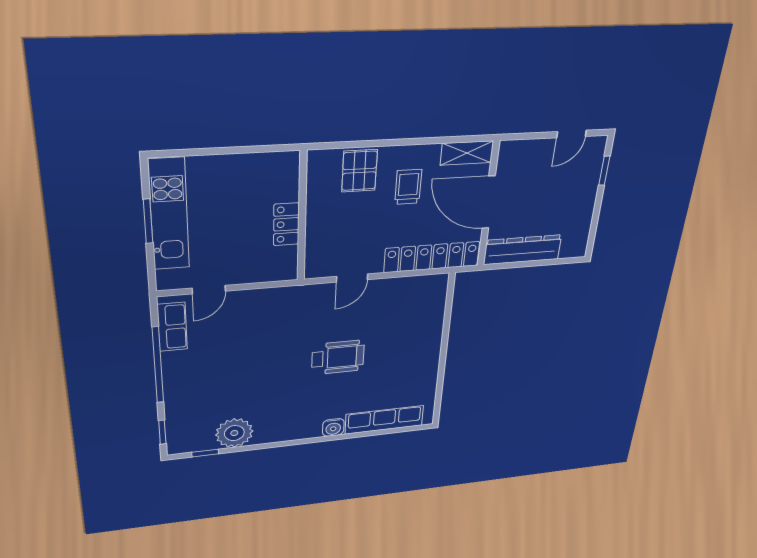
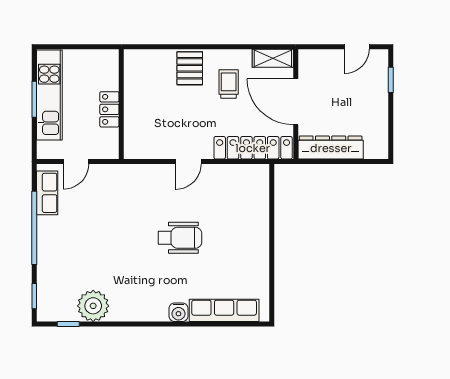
wall: (302, 217) -> (121, 104), moved
locker: (286, 224) -> (109, 109), moved

